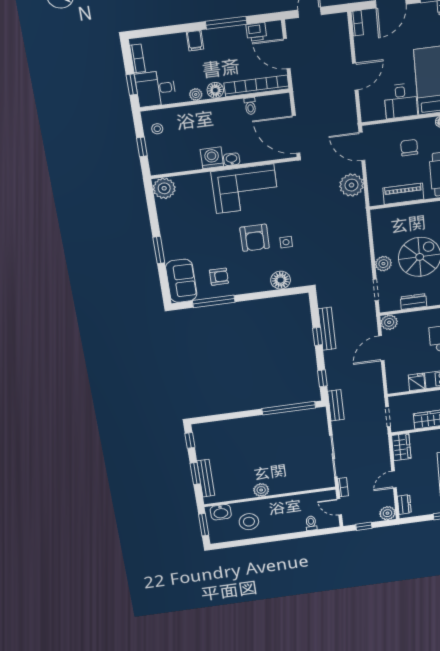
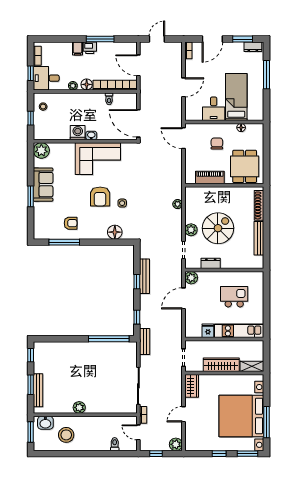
printer: (256, 32) -> (90, 48), moved
plant: (351, 185) -> (178, 204), moved, width x0.53, depth x0.53
sofa: (181, 281) -> (43, 185), moved
dresser: (404, 504) -> (190, 438), removed

